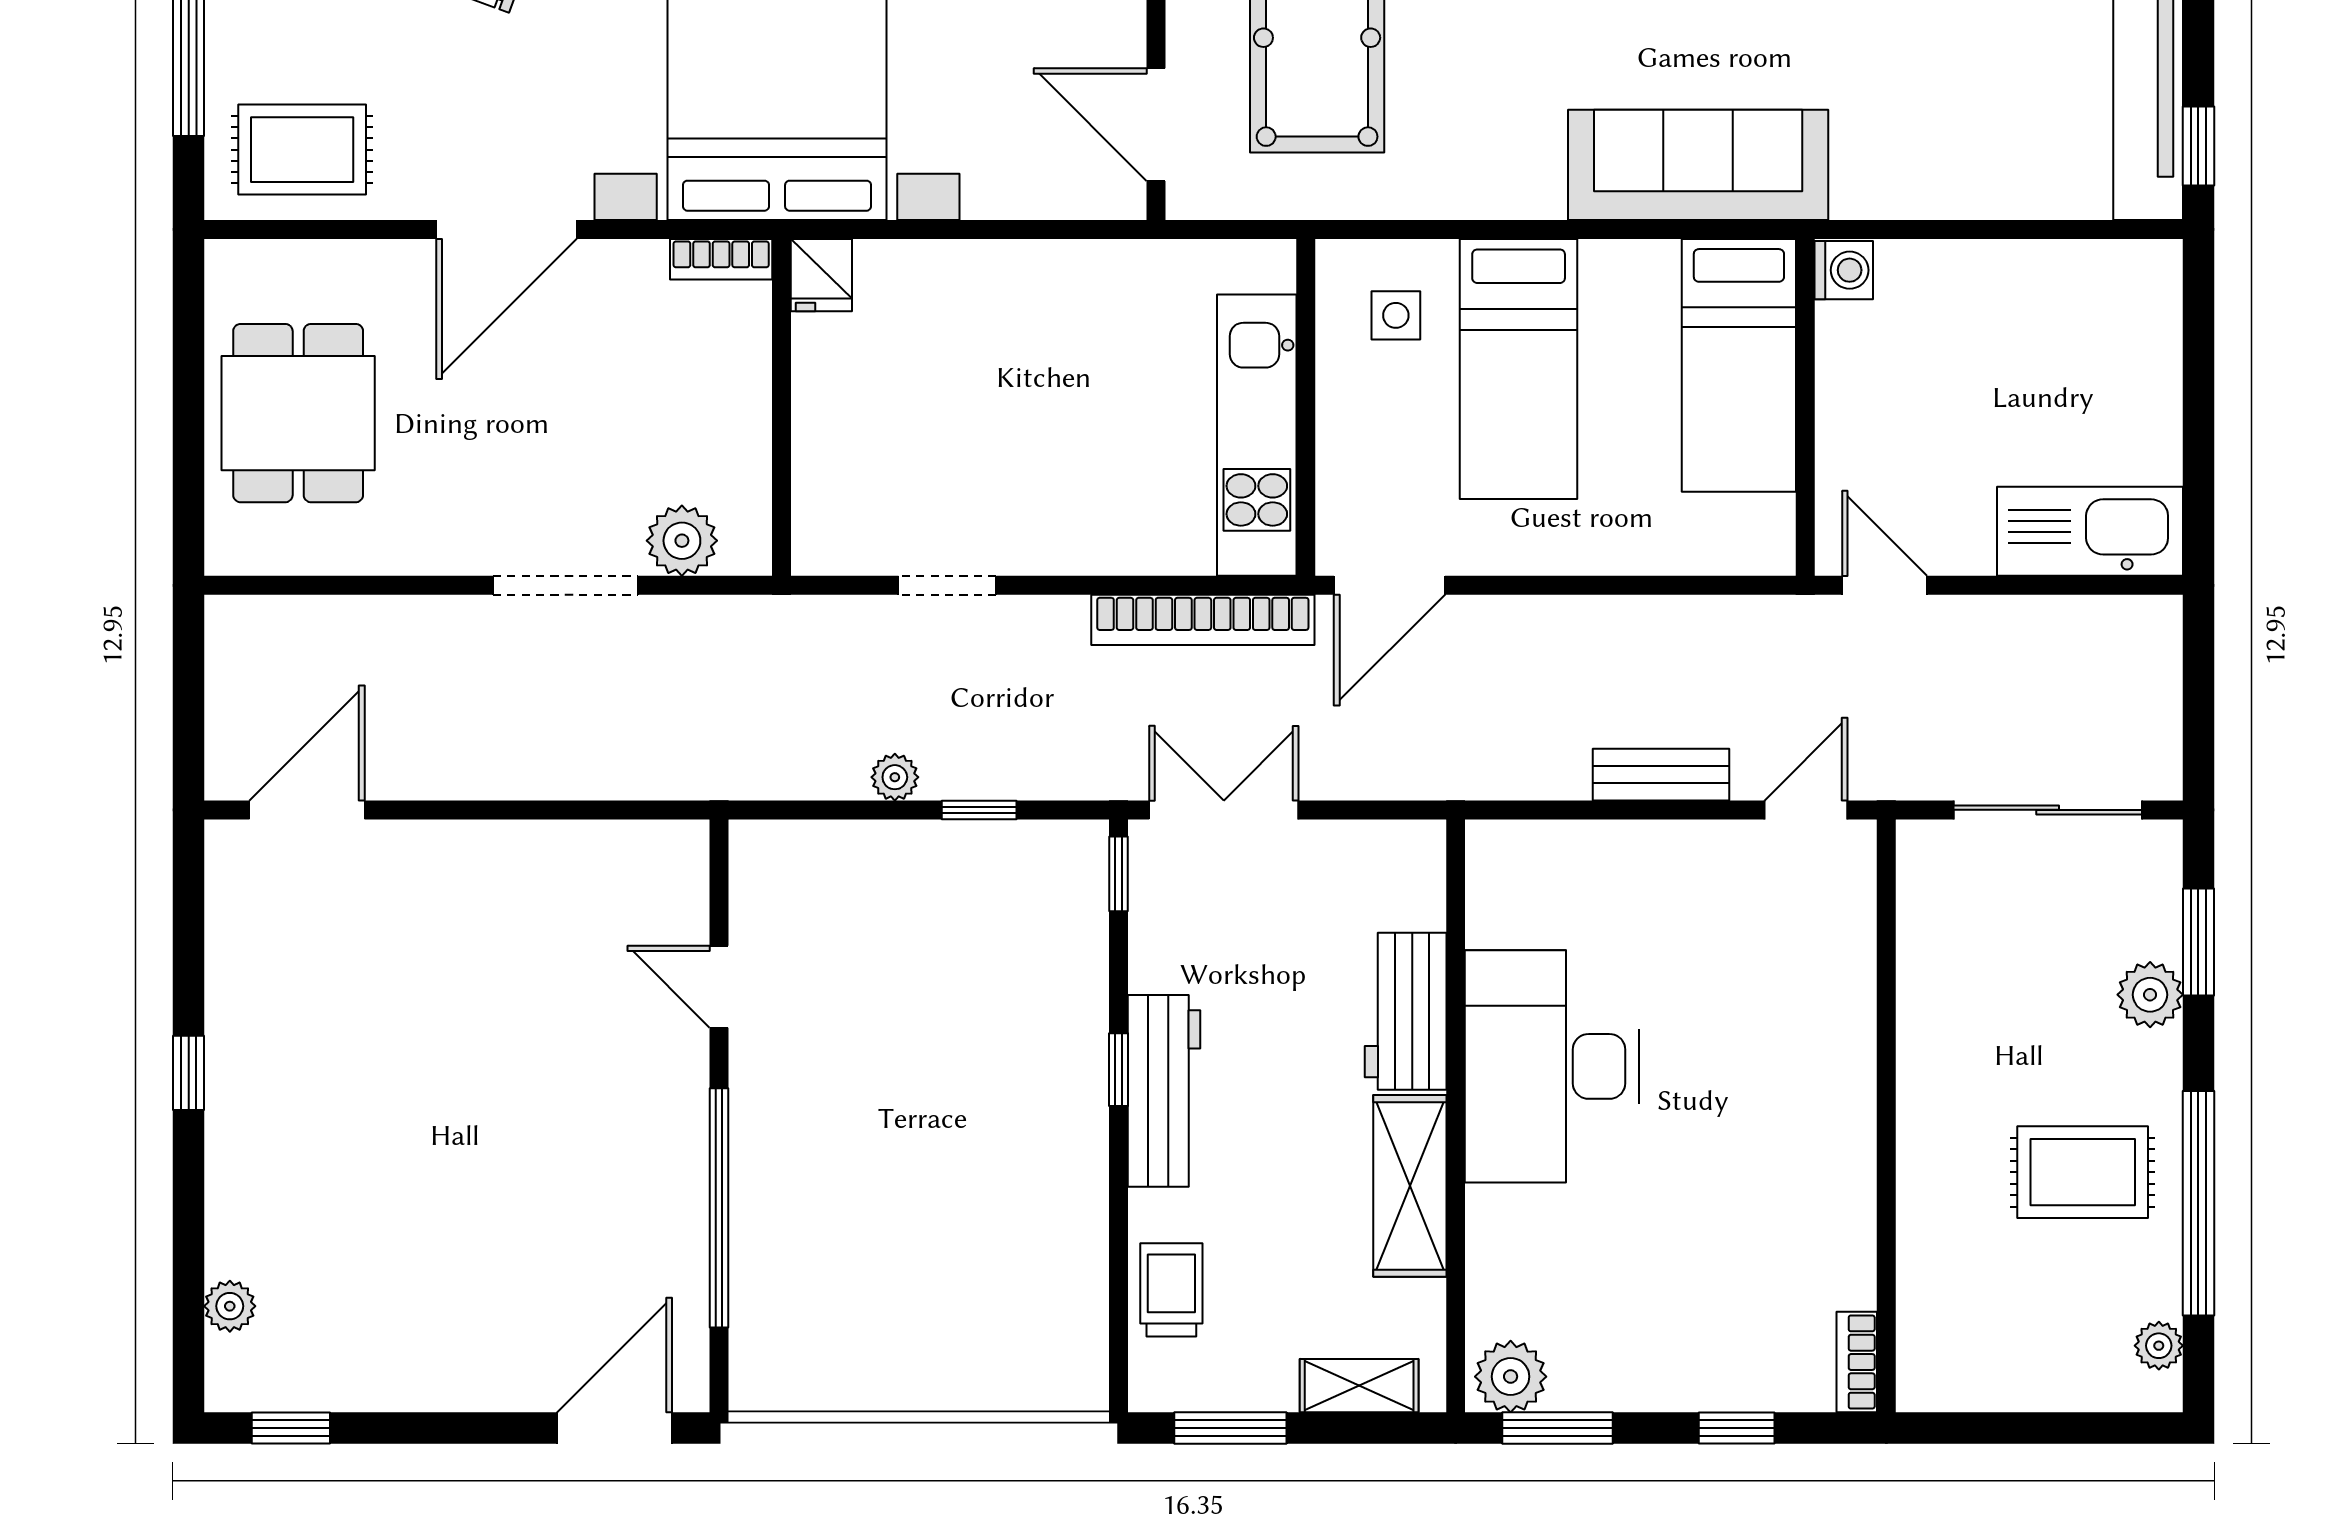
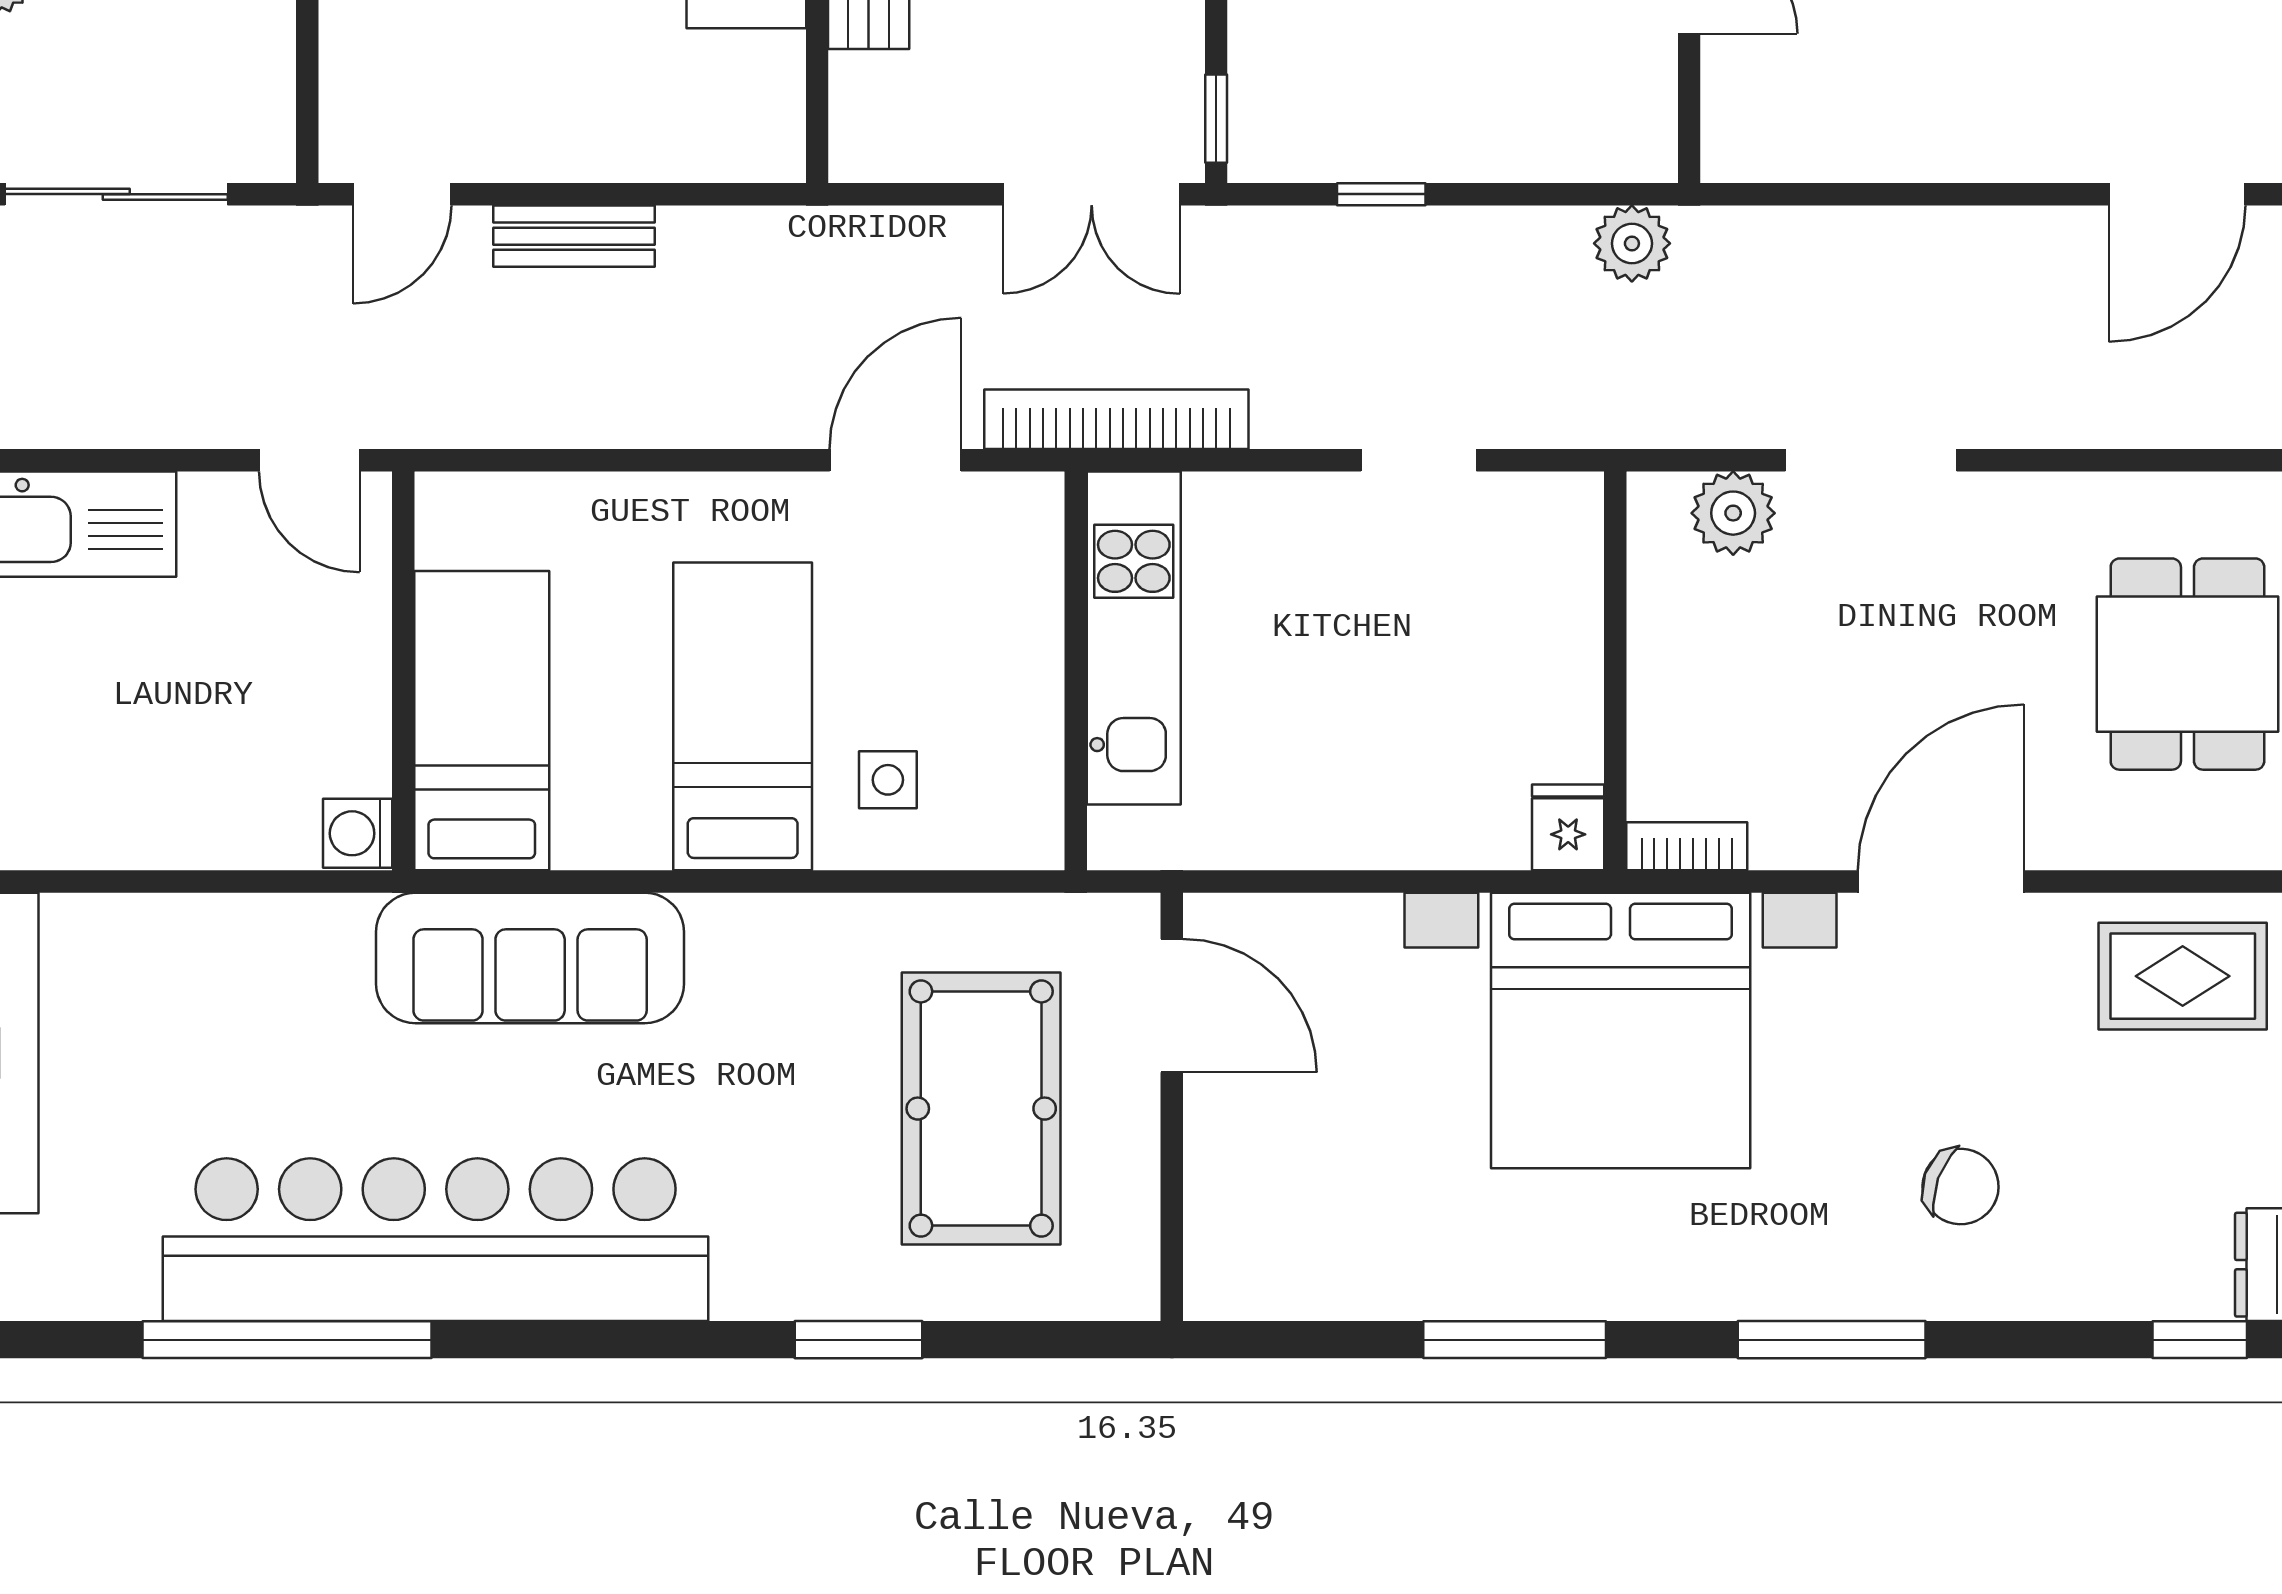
wall: (1306, 407) -> (1076, 671), moved
kitchen unit: (1257, 435) -> (1134, 638), moved
plant: (895, 777) -> (1632, 243), moved, width x1.38, depth x1.38

